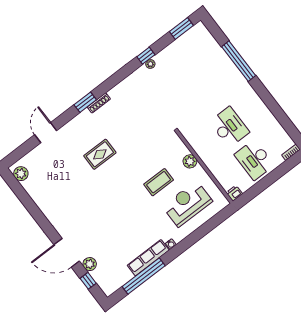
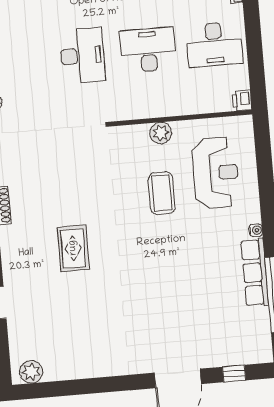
desk: (204, 94) -> (82, 56), added
reception desk: (187, 204) -> (216, 173), turned 180
plant: (90, 264) -> (213, 357), removed

